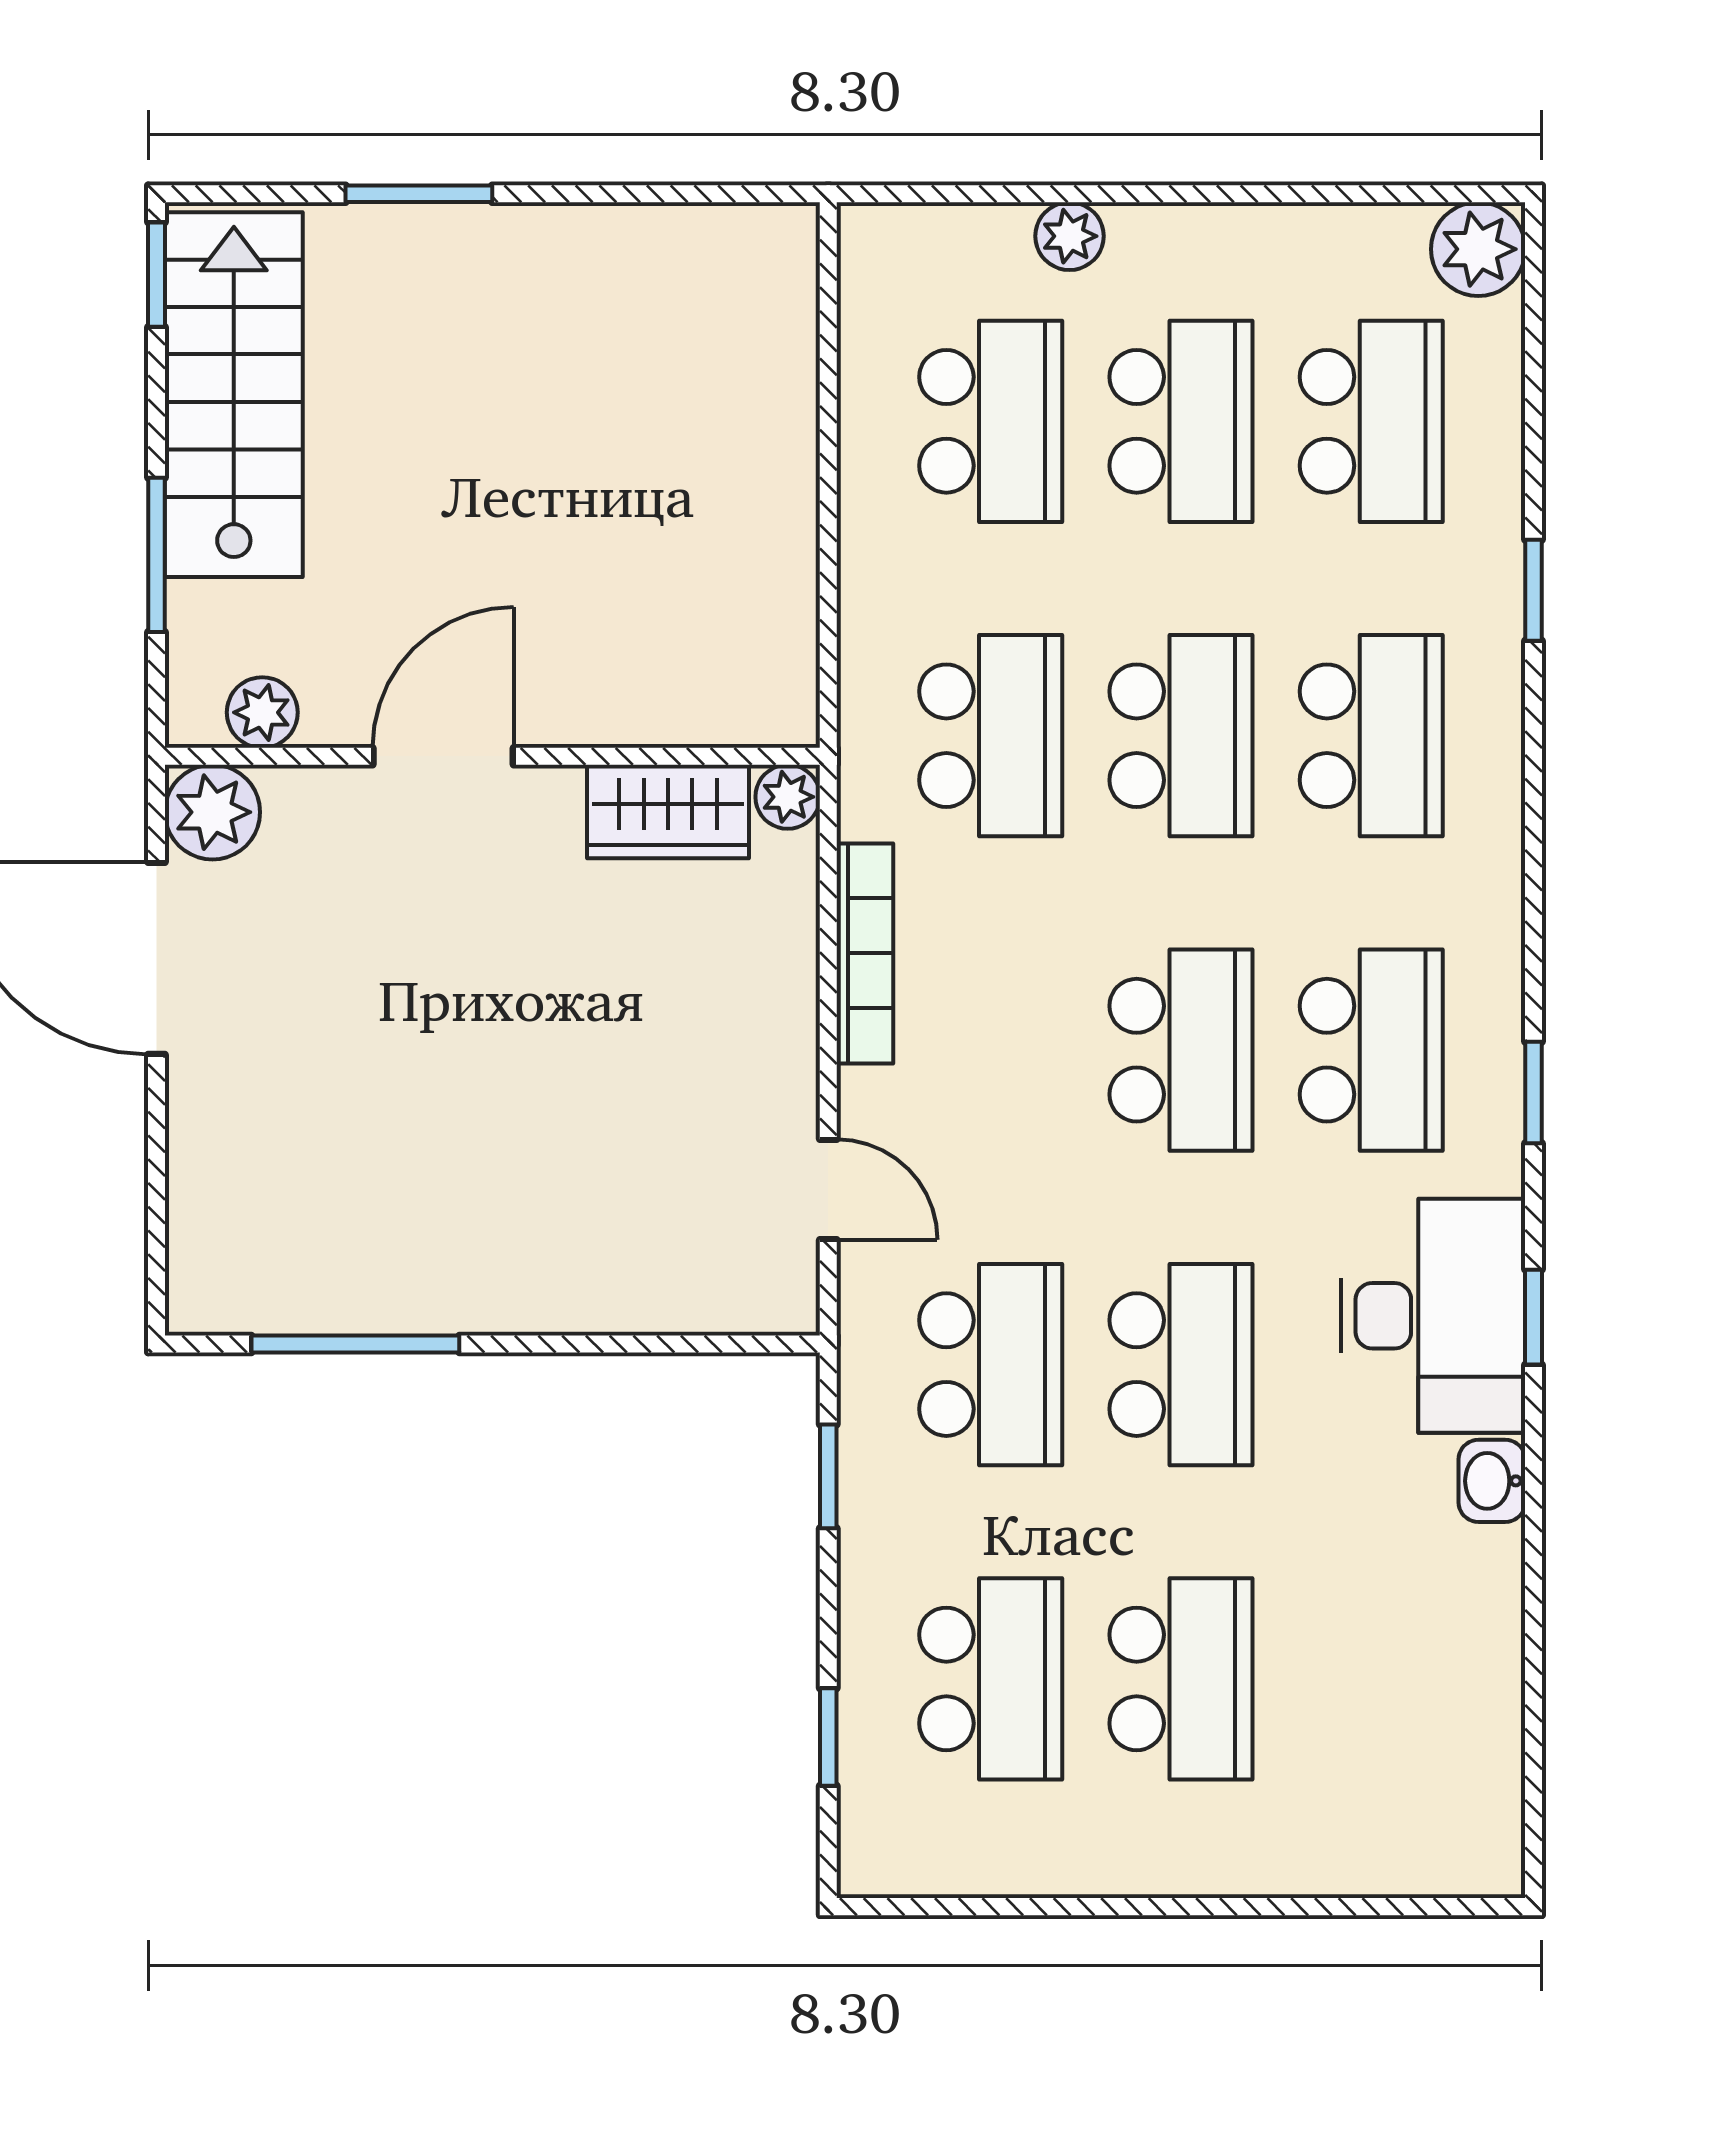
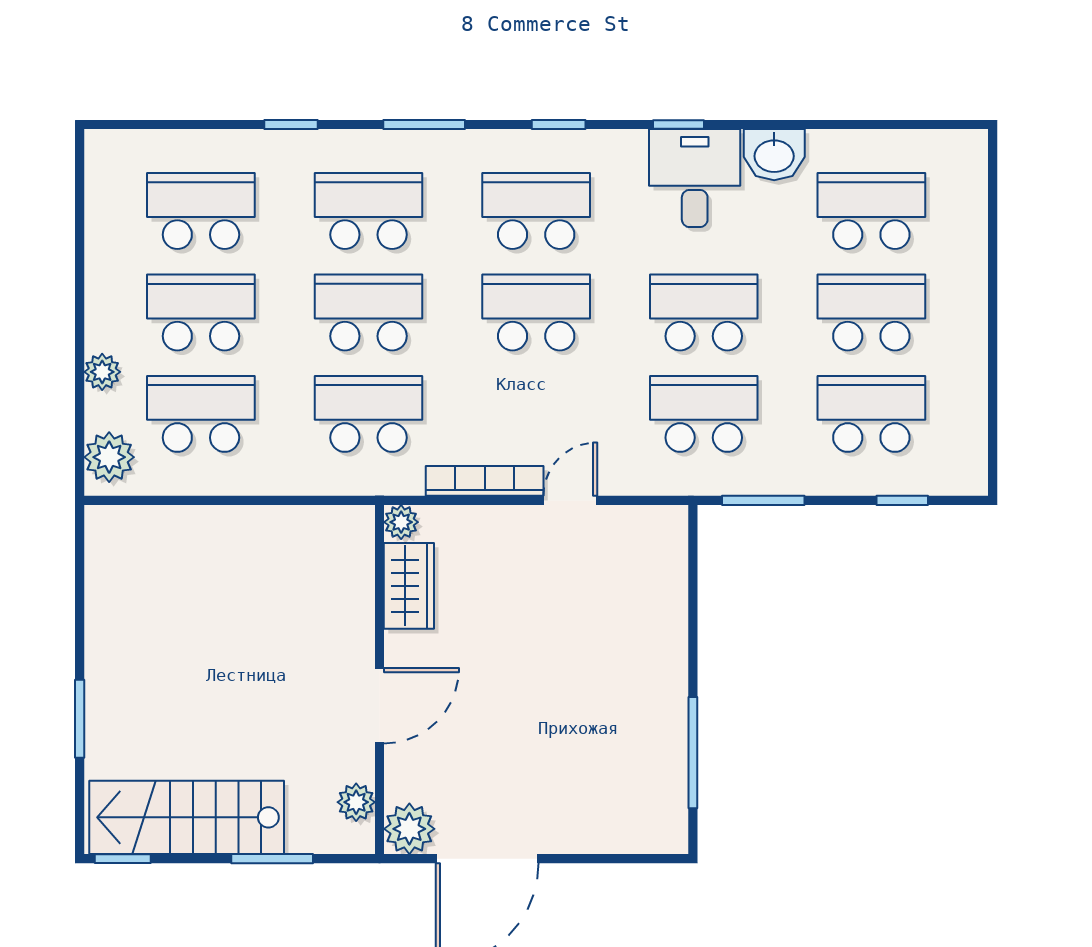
plant: (1478, 249) -> (109, 457), moved
door: (443, 756) -> (379, 706), swing flipped
window: (1534, 840) -> (424, 124), added
door: (828, 1190) -> (570, 500), moved
desk: (1433, 1316) -> (695, 178), width x0.73
window: (828, 1476) -> (763, 500), width x1.50
washbasin: (1492, 1481) -> (774, 155), width x1.38, depth x1.45
school desk: (1371, 1679) -> (871, 211), added

